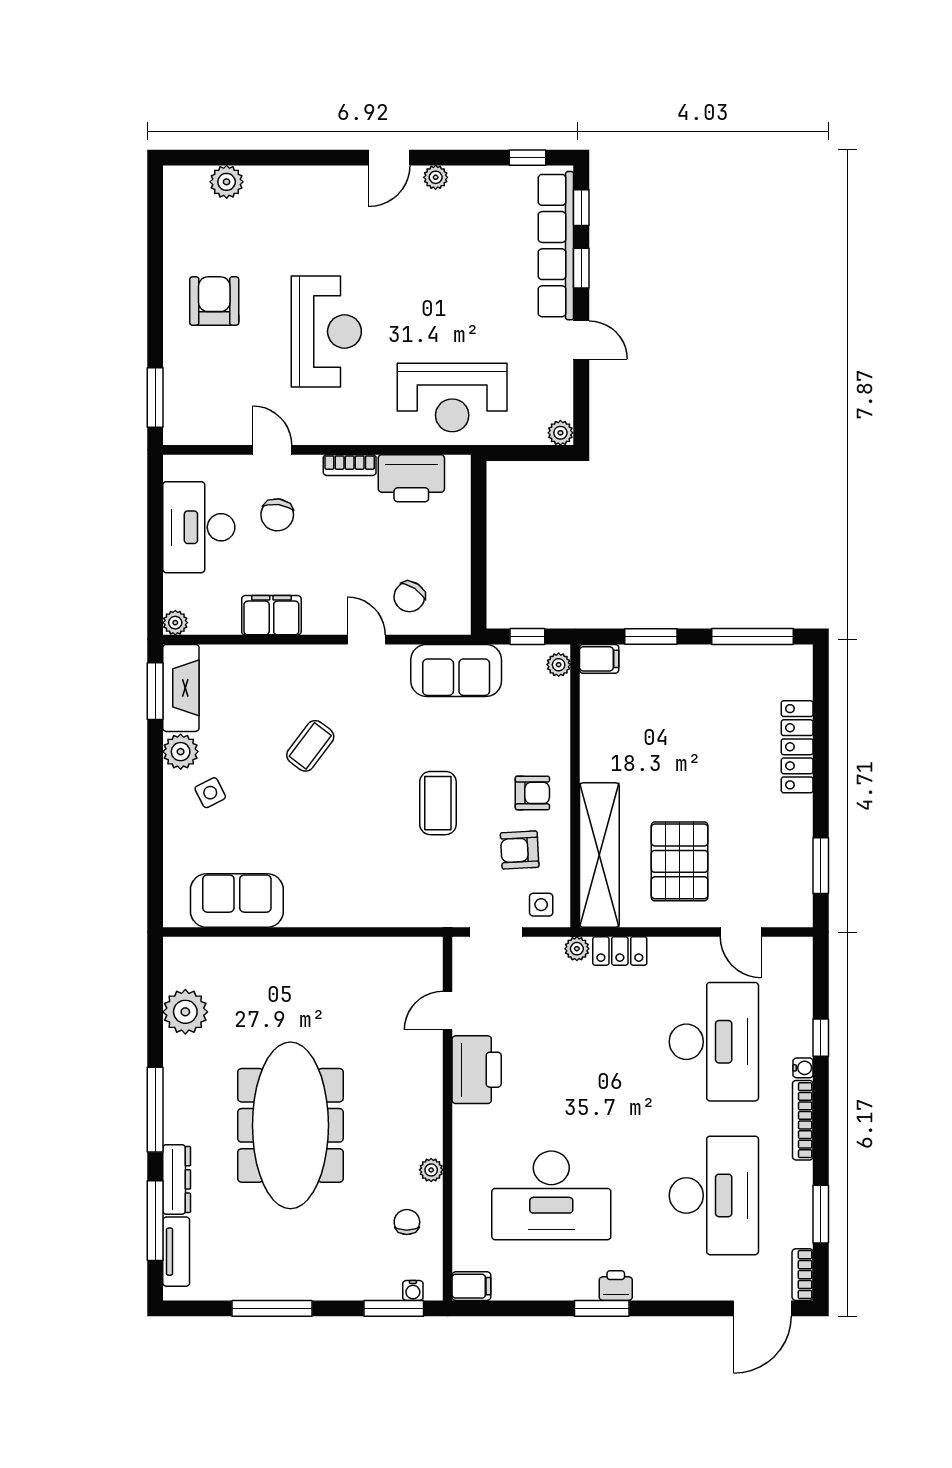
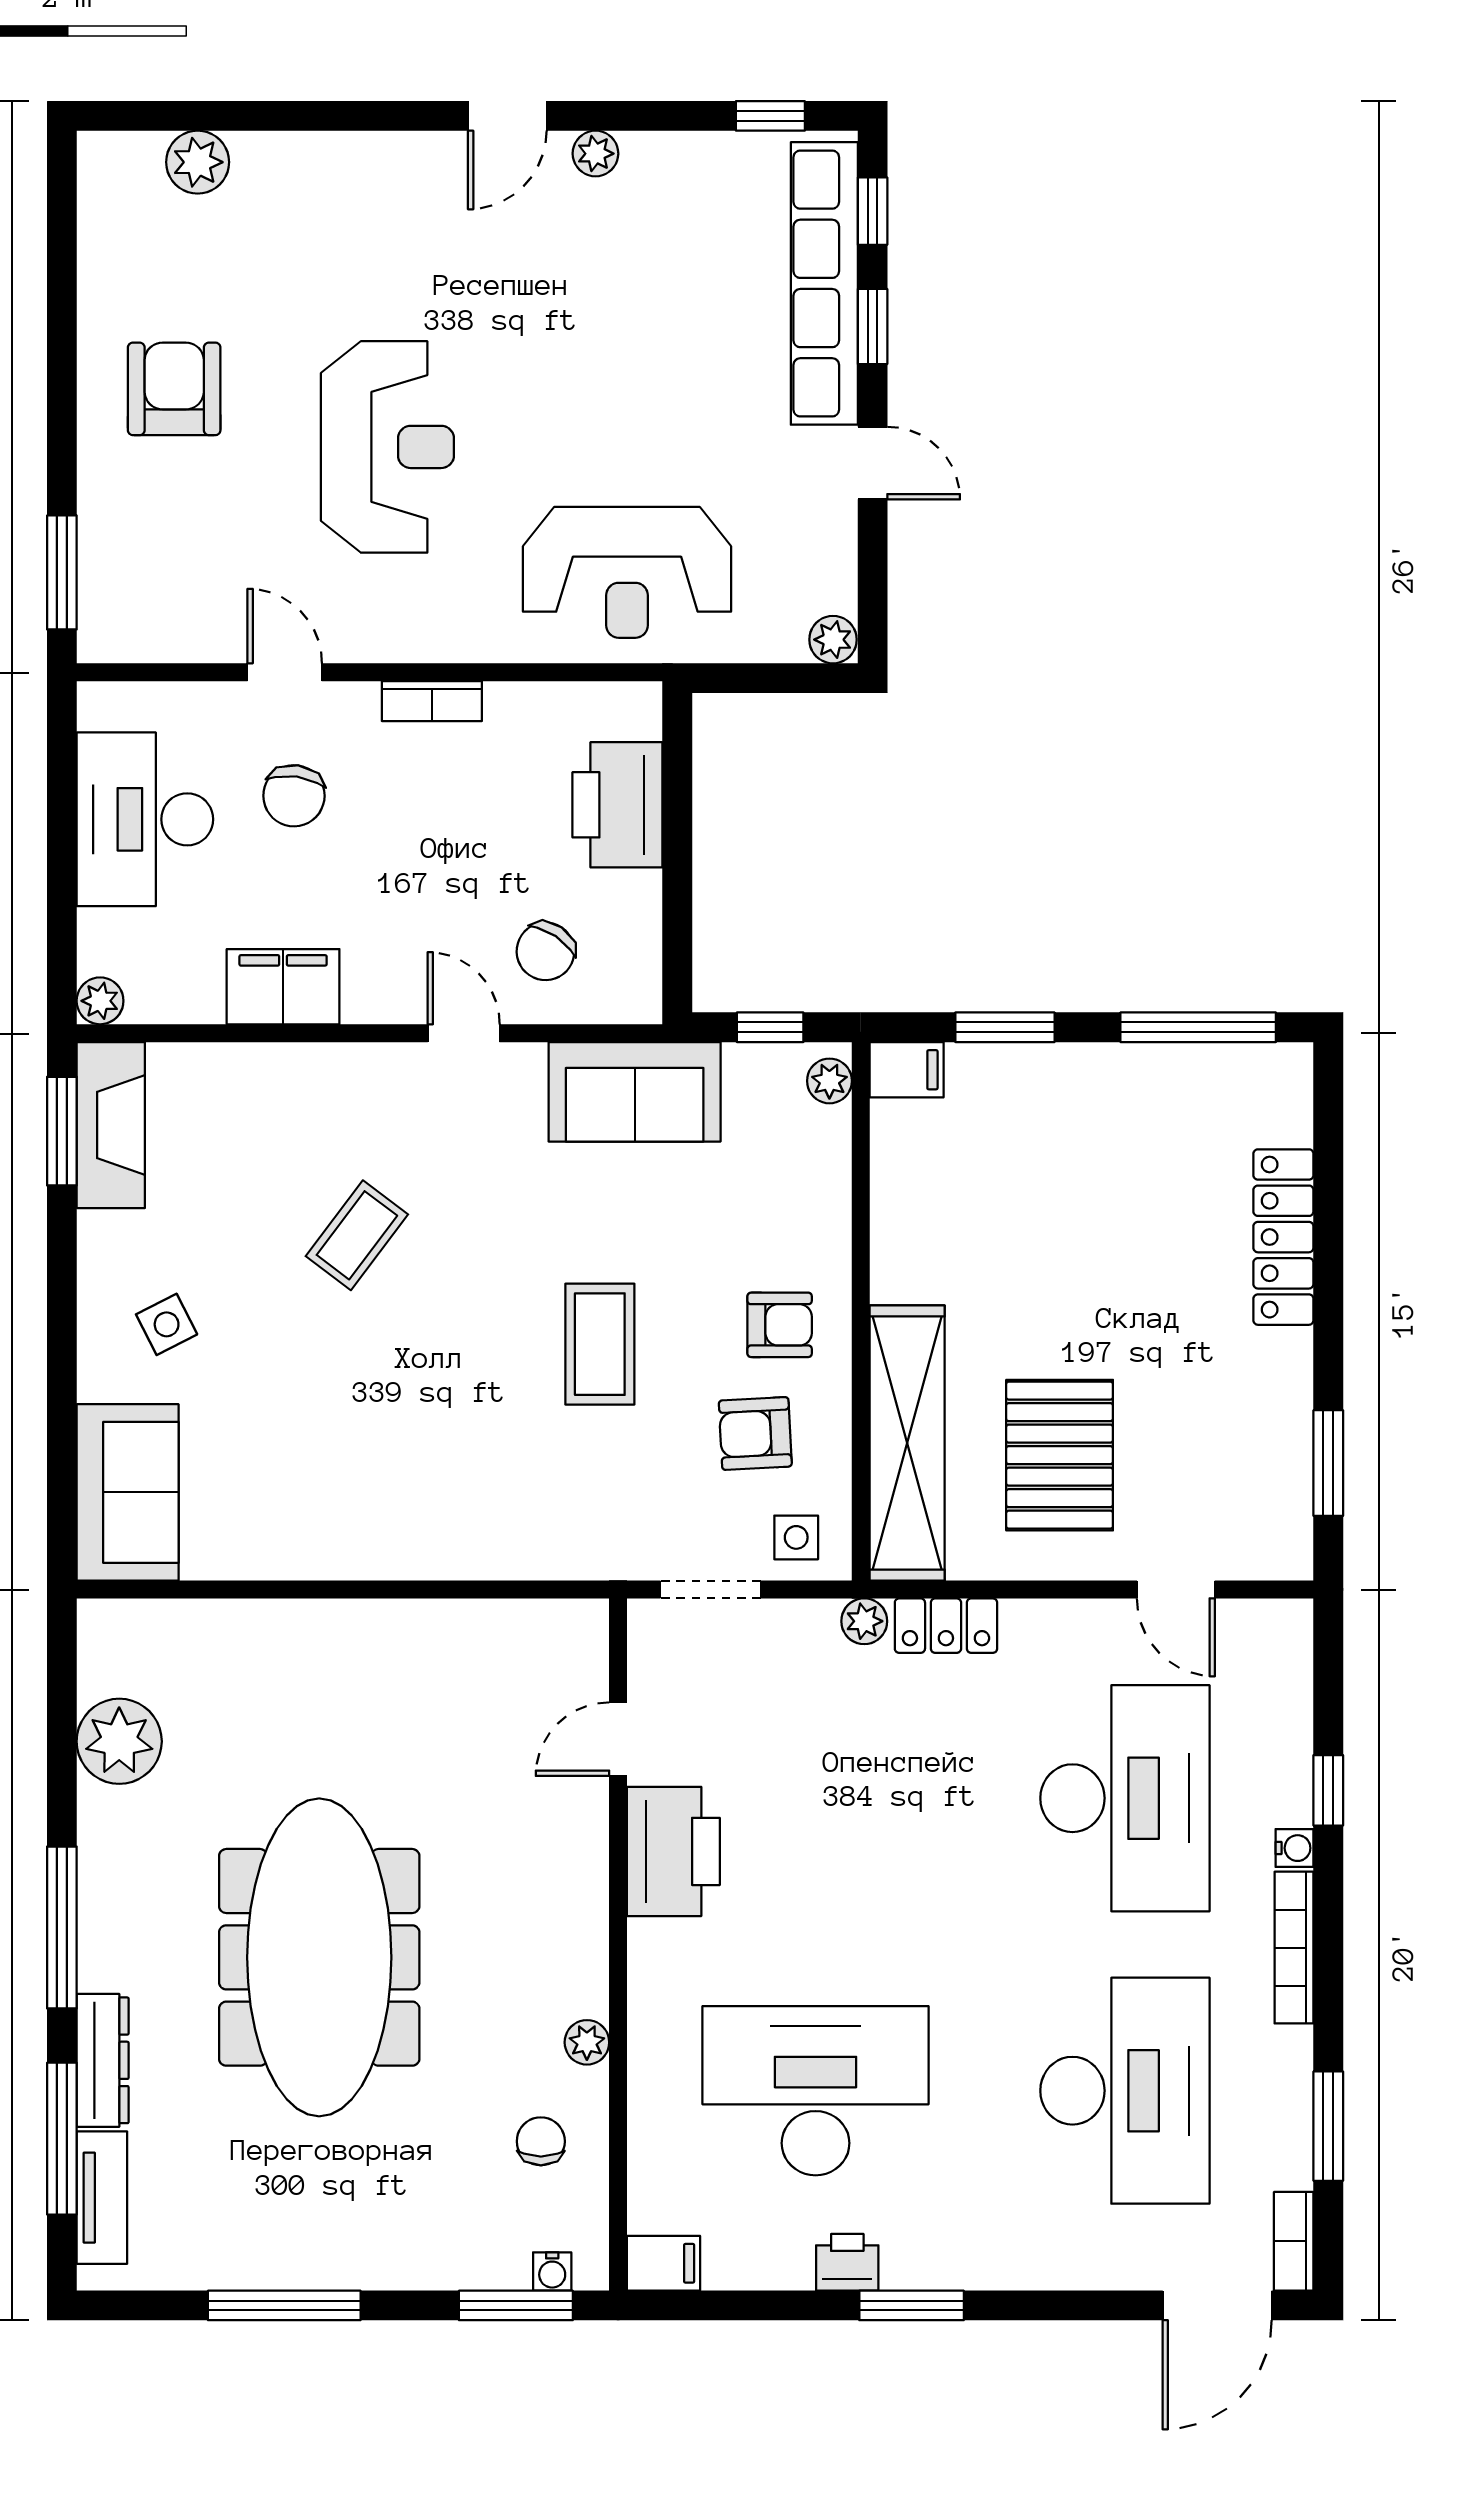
printer: (411, 478) -> (617, 805), moved, turned 90
plant: (181, 752) -> (110, 1246), removed
sofa: (237, 901) -> (128, 1492), moved, turned 90
desk: (551, 1195) -> (816, 2091), turned 180
printer: (616, 1286) -> (847, 2262), moved

